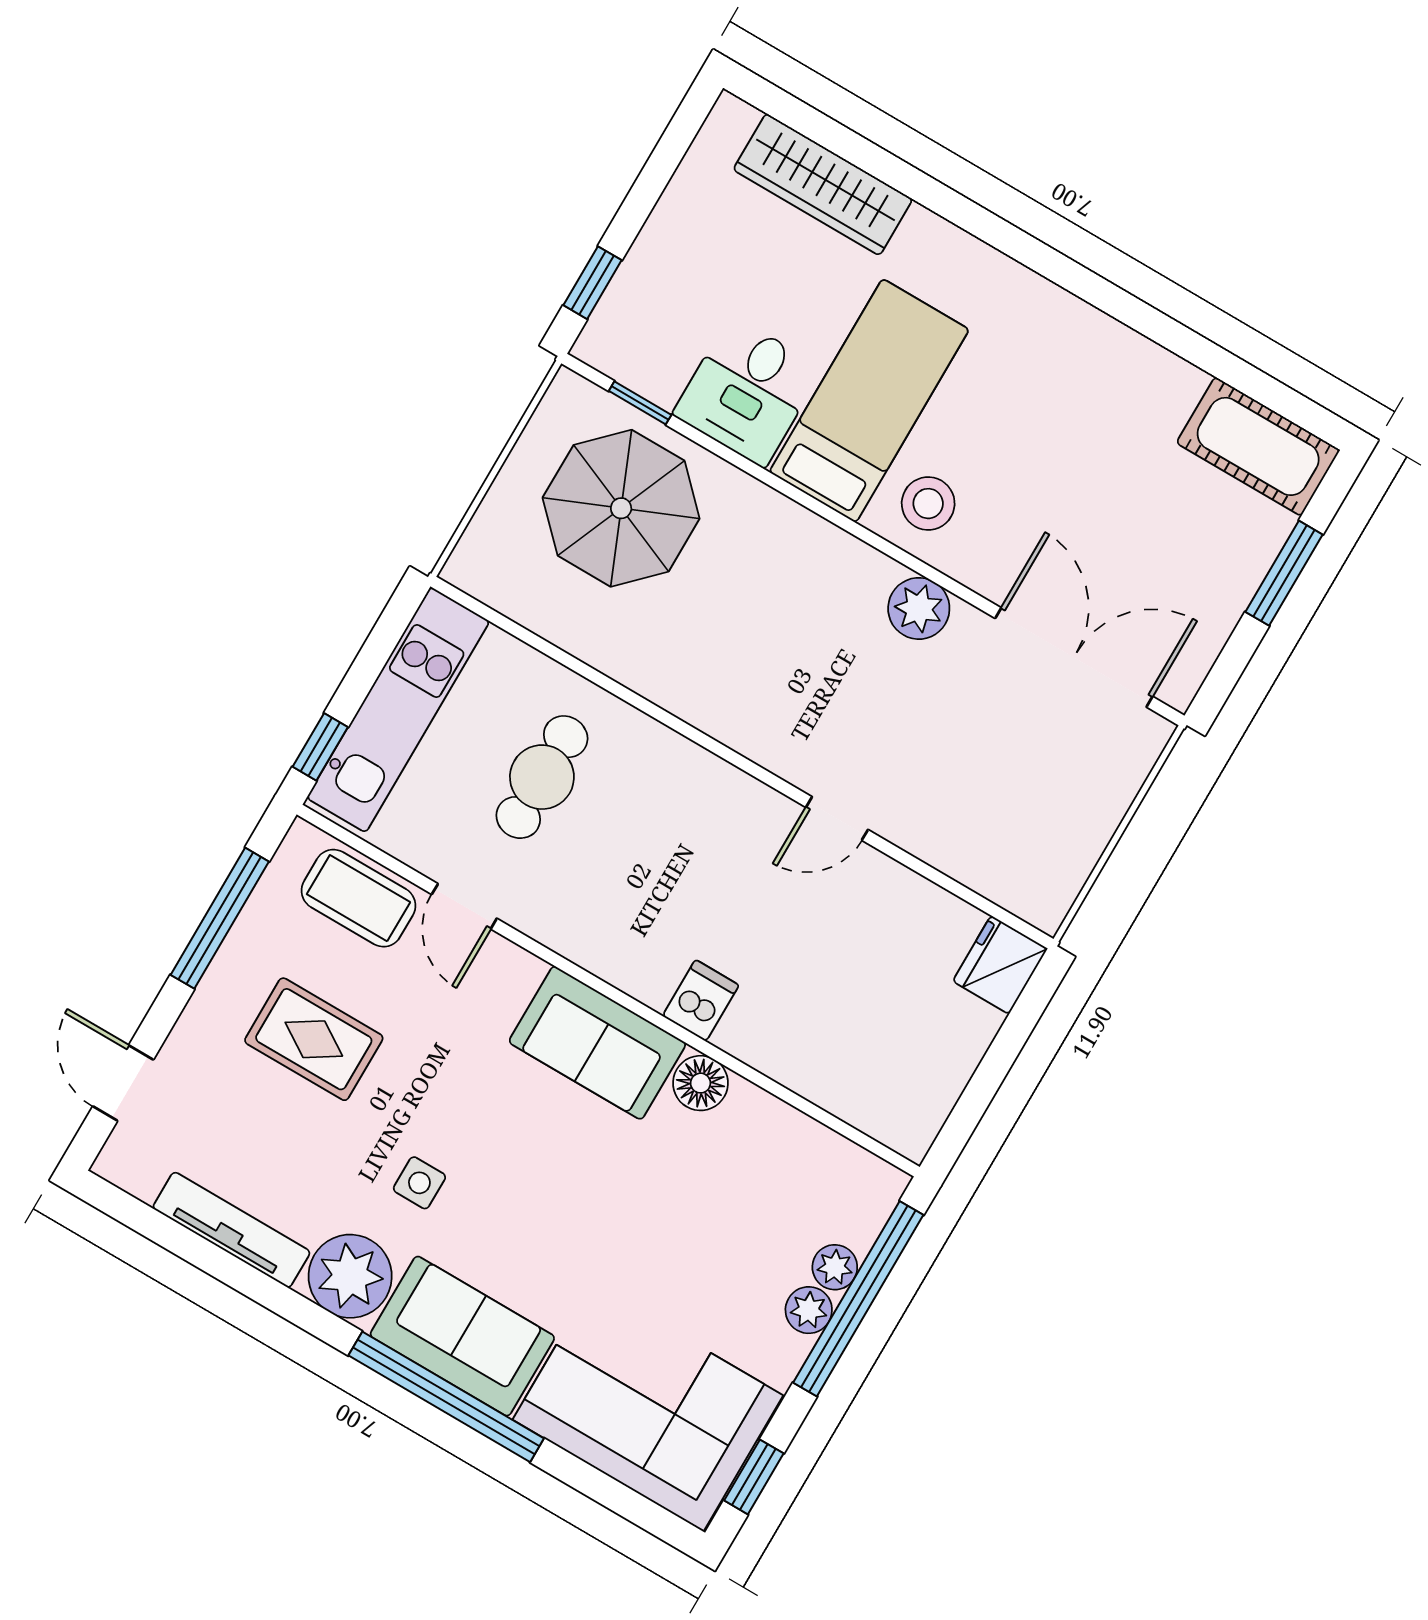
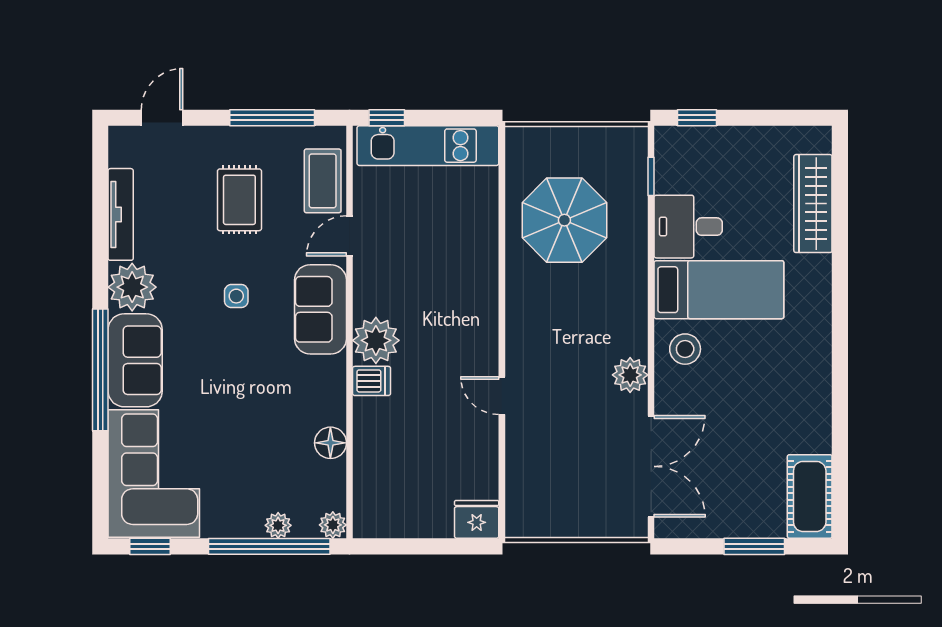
parasol: (621, 508) -> (564, 220), moved
cafe table: (542, 777) -> (436, 237), removed
plant: (644, 958) -> (376, 340), added
sofa: (597, 1043) -> (320, 309), moved
floor lamp: (701, 1083) -> (330, 443), moved
side table: (419, 1183) -> (236, 296), moved
plant: (809, 1310) -> (333, 525), moved

